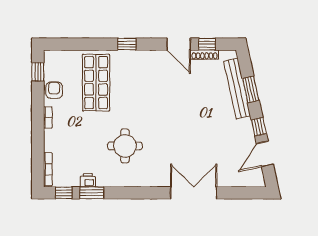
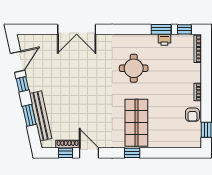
shop shelf: (96, 83) -> (136, 123), moved

